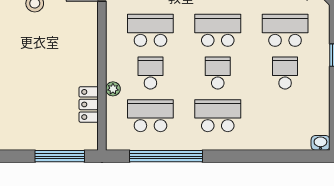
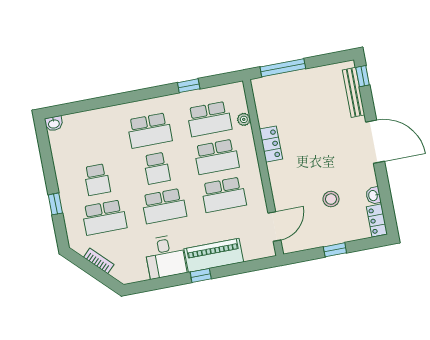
school desk: (150, 73) -> (216, 157), width x1.85
plant: (113, 89) -> (244, 119), moved
locker: (89, 104) -> (271, 144), moved
window: (166, 156) -> (189, 86), width x0.32

